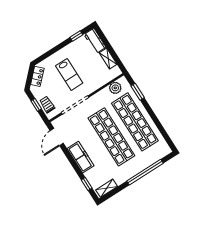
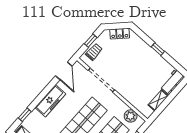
window: (76, 36) -> (158, 49), moved
lab bench: (69, 74) -> (131, 65), removed
door: (57, 137) -> (64, 71), swing flipped

